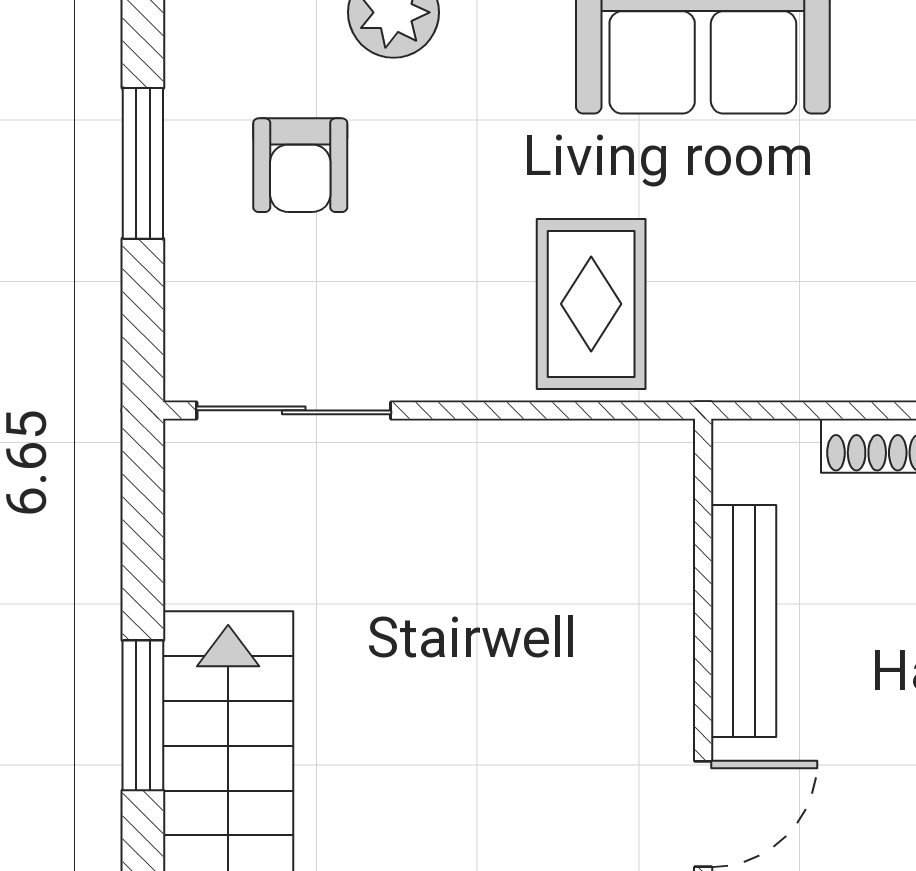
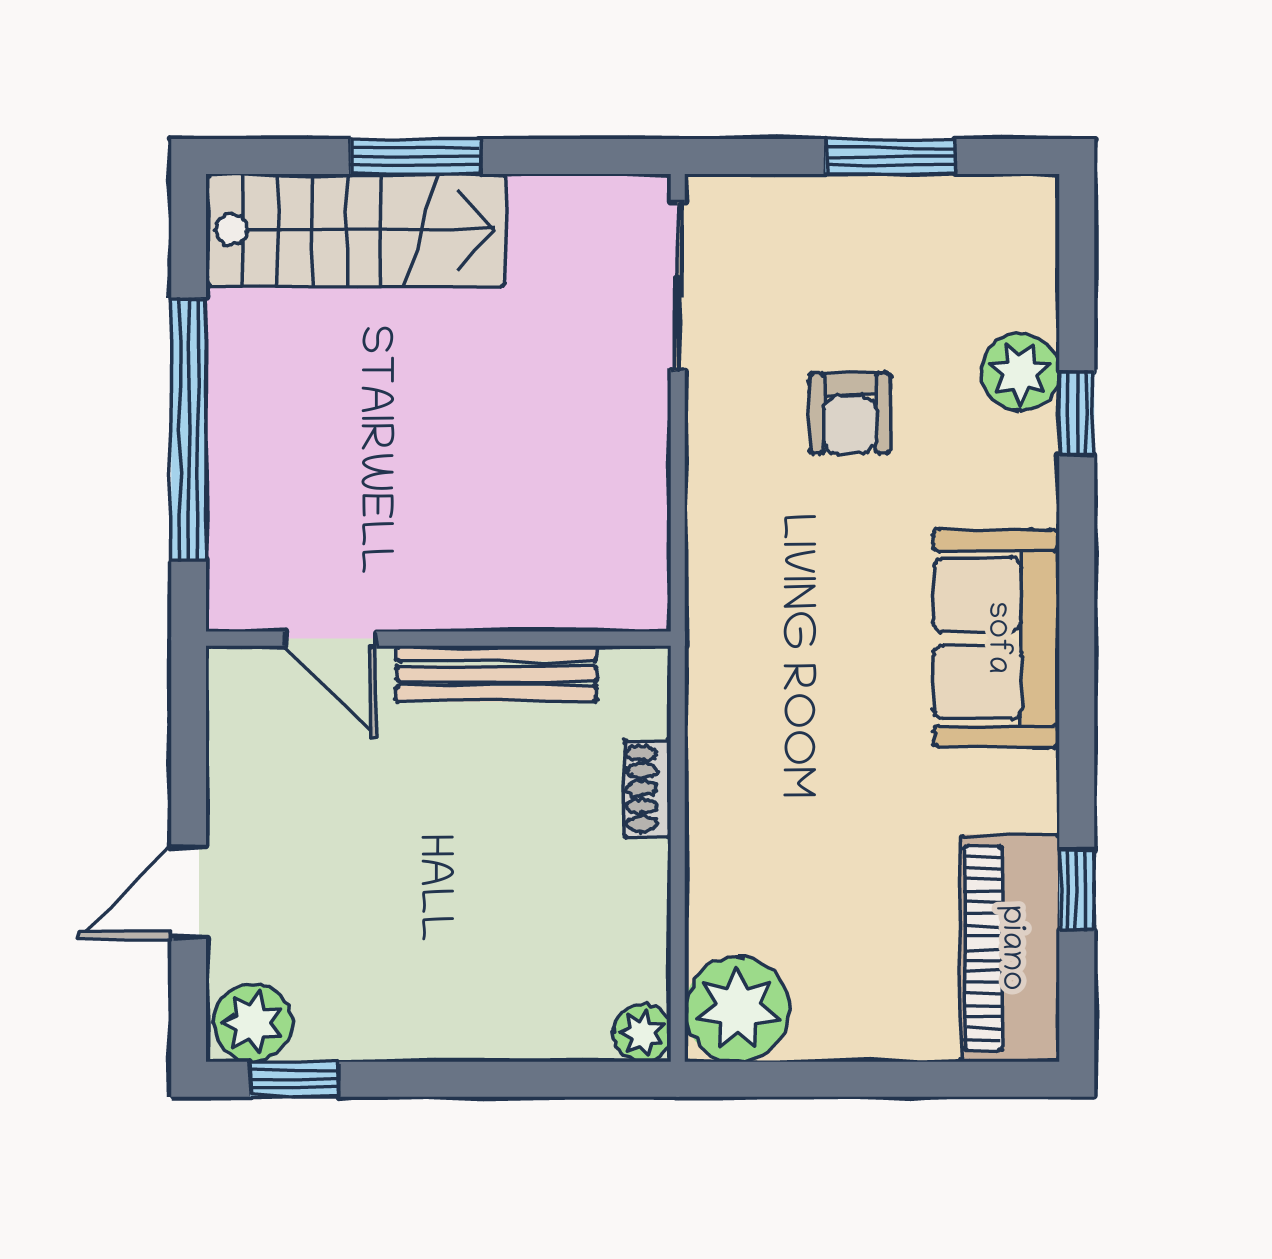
armchair: (300, 165) -> (850, 413), moved, turned -90
rug: (591, 304) -> (769, 542), removed

